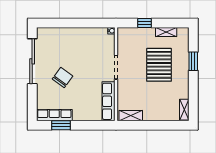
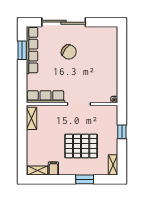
shelving: (166, 32) -> (113, 165), moved
sliding door: (32, 61) -> (64, 22), moved
filing cabinet: (182, 93) -> (53, 168), added
row of seats: (54, 115) -> (32, 50), width x1.36

